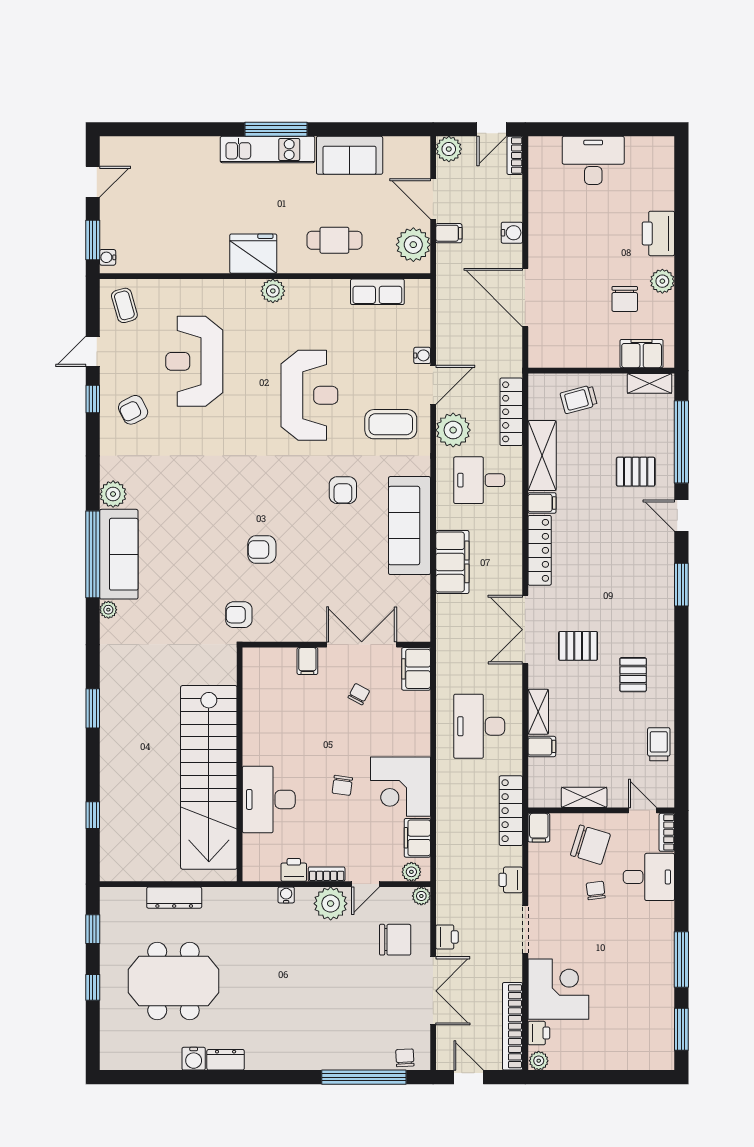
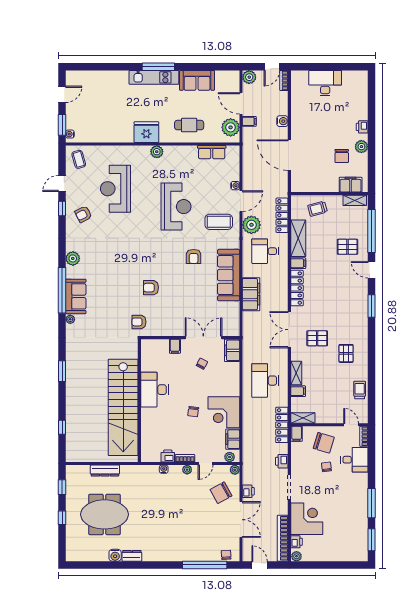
printer: (658, 233) -> (362, 127), width x0.53, depth x0.68
sofa: (119, 554) -> (76, 296), width x0.73
shelving: (584, 797) -> (303, 418), moved
desk: (269, 799) -> (155, 390), moved
plant: (331, 904) -> (187, 470), width x0.53, depth x0.53
chair: (395, 940) -> (221, 493), turned 151

